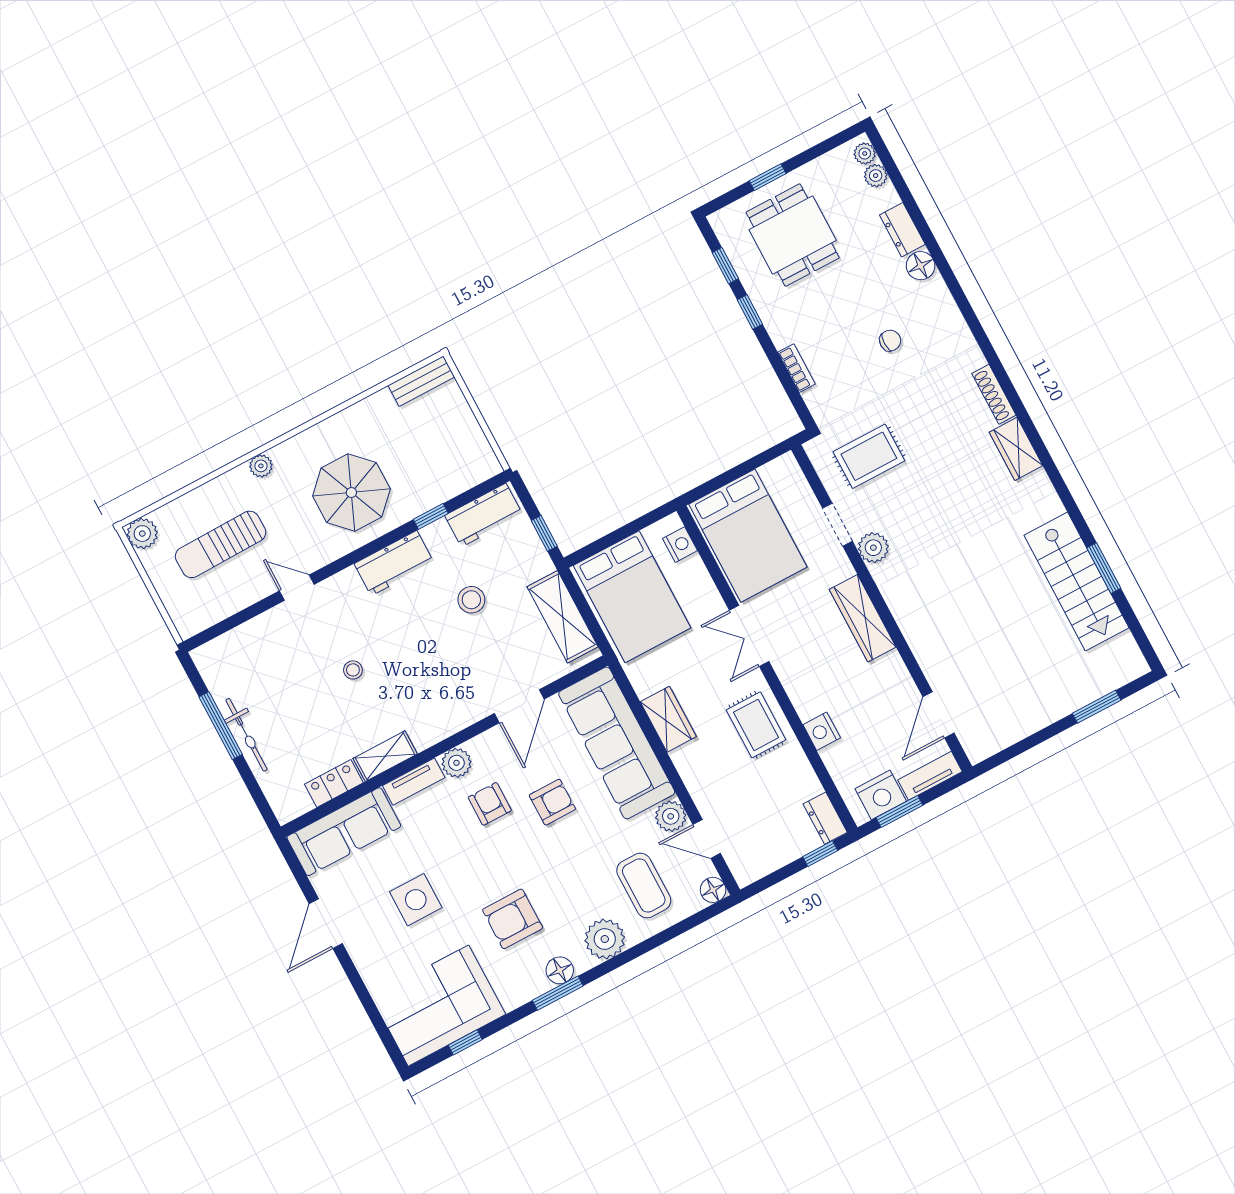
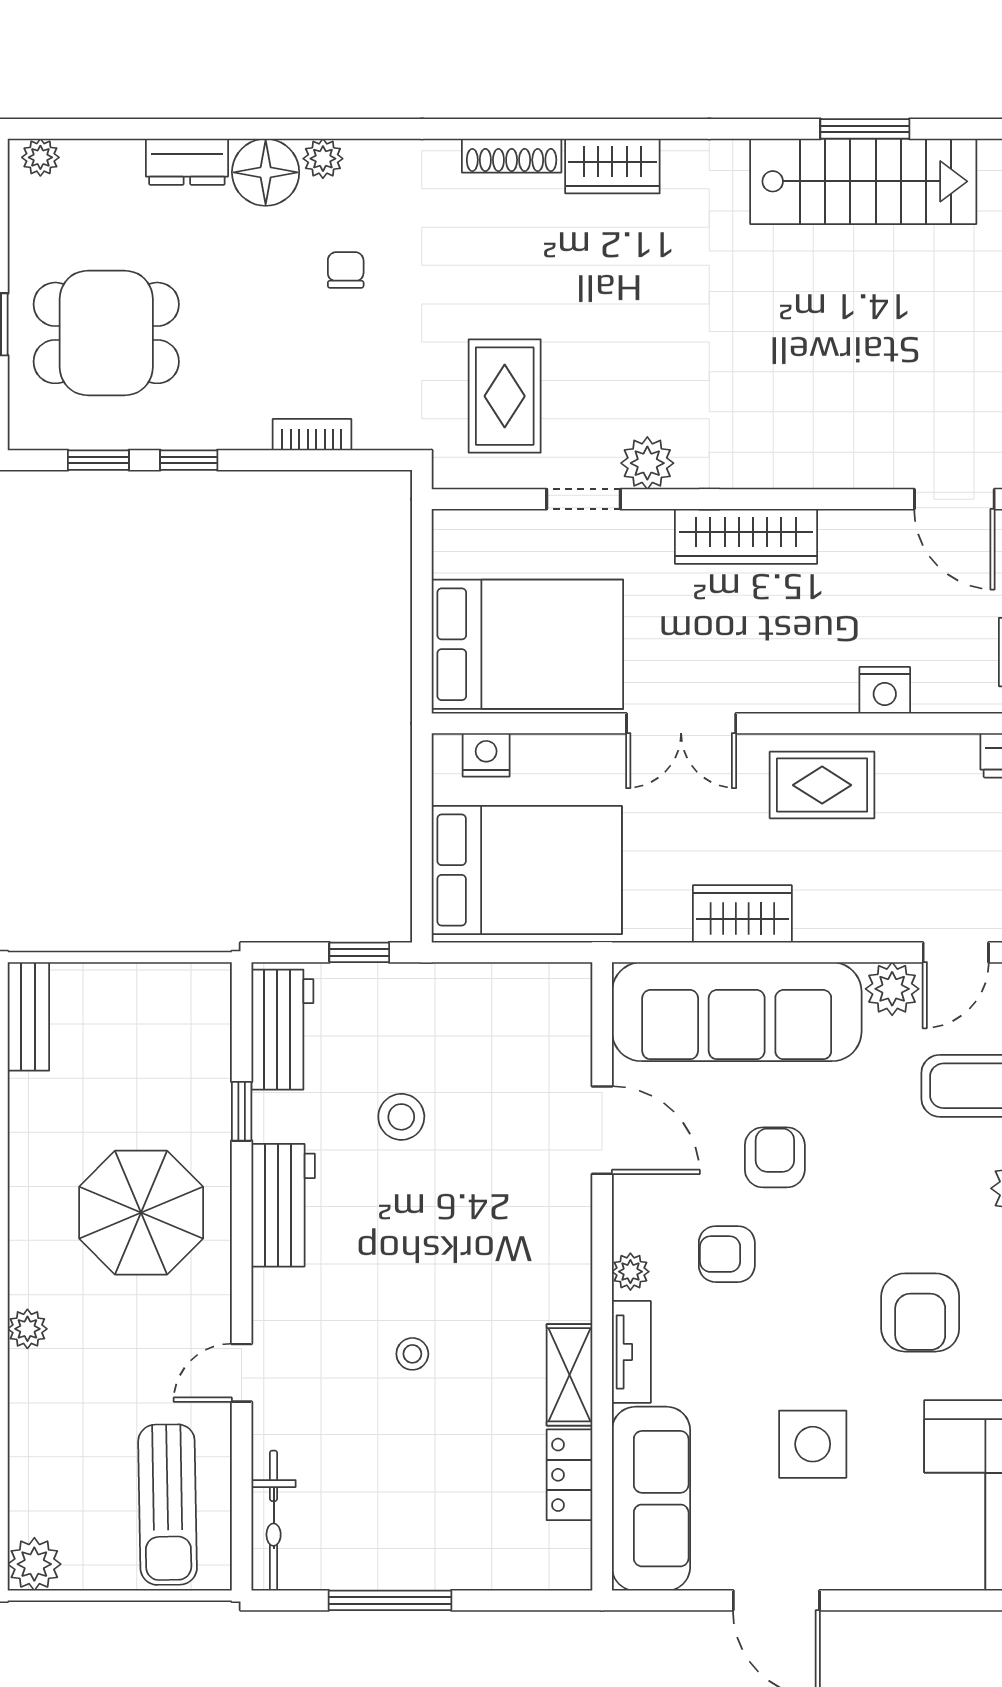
plant: (876, 176) -> (323, 159), moved
floor lamp: (921, 266) -> (266, 172), width x1.38, depth x1.38
sun lounger: (221, 544) -> (168, 1505), moved
shelving: (563, 617) -> (501, 992), removed
bicycle: (246, 735) -> (274, 1521), moved, turned 90
plant: (456, 763) -> (630, 1272), width x0.73, depth x0.73

